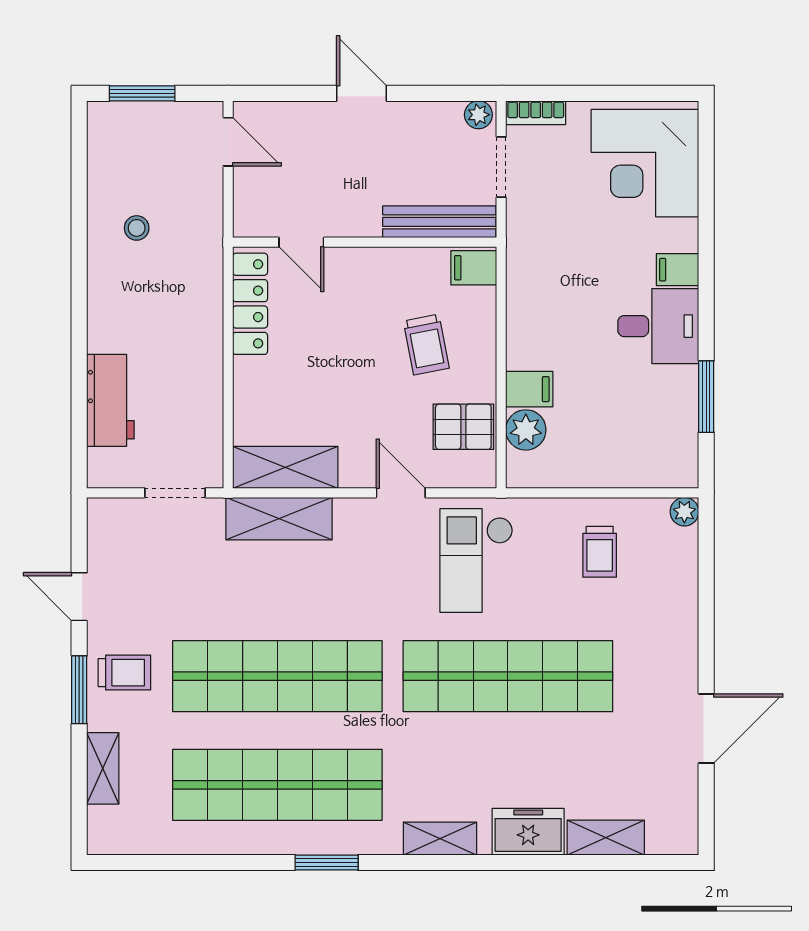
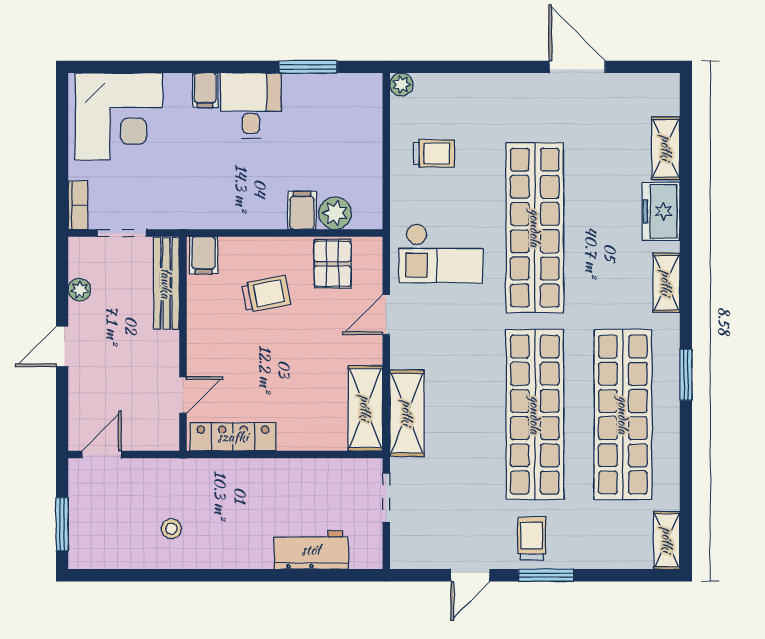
plant: (478, 115) -> (80, 290), moved
shelving: (103, 768) -> (667, 540), moved, turned 90

